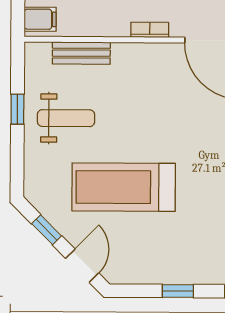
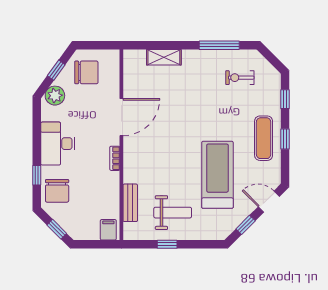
weight bench: (66, 118) -> (173, 213), turned 90
treadmill: (124, 187) -> (217, 175), turned 180
exercise mat: (179, 258) -> (264, 138), added

